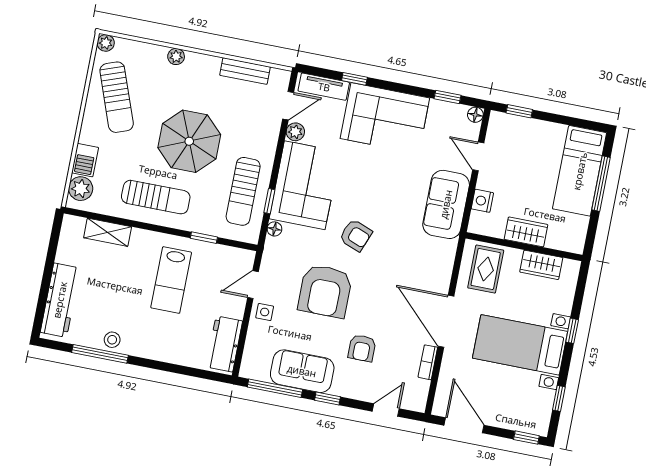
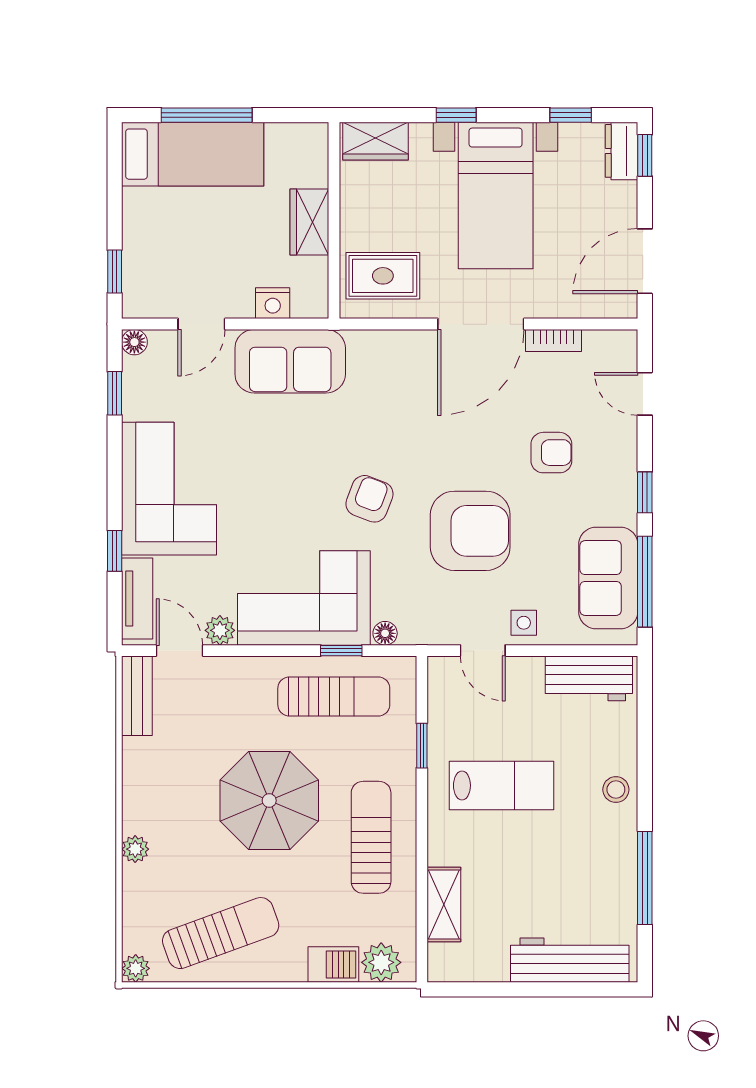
bench: (245, 71) -> (137, 696), moved
wardrobe: (541, 265) -> (376, 141), moved, turned 90
stool: (112, 340) -> (616, 790), moved
sofa: (302, 371) -> (608, 578), moved
dresser: (532, 424) -> (622, 151), added

